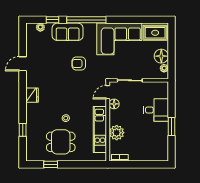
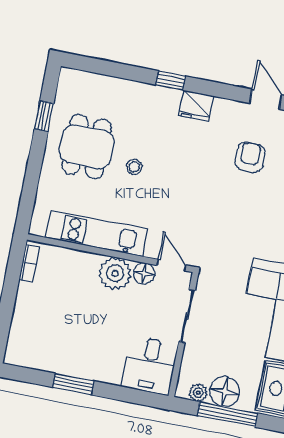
window: (172, 53) -> (228, 414), added
armchair: (79, 64) -> (250, 157), moved
desk: (156, 110) -> (149, 365), moved
window: (23, 130) -> (171, 81), moved
plant: (117, 133) -> (115, 273), moved

